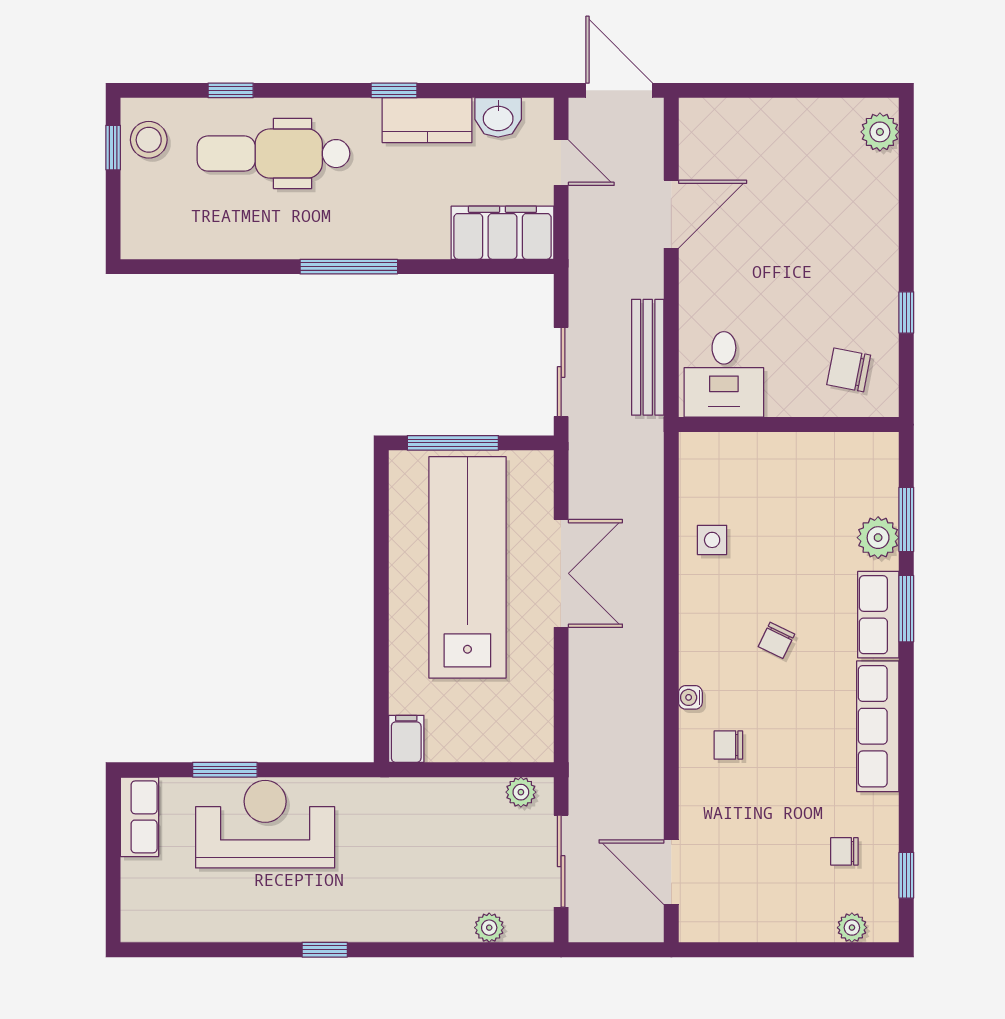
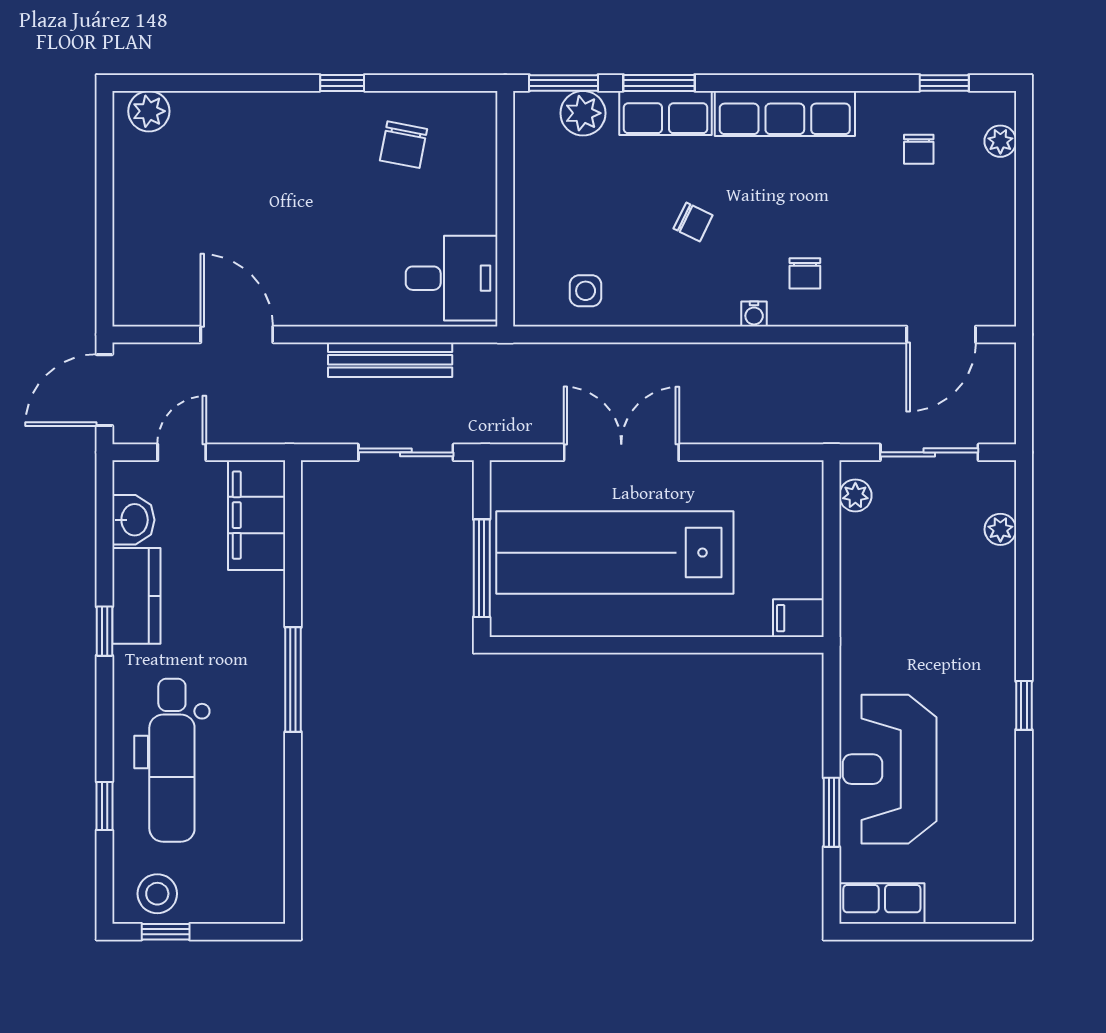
desk: (724, 374) -> (452, 278), moved
wall: (789, 425) -> (505, 209), moved

